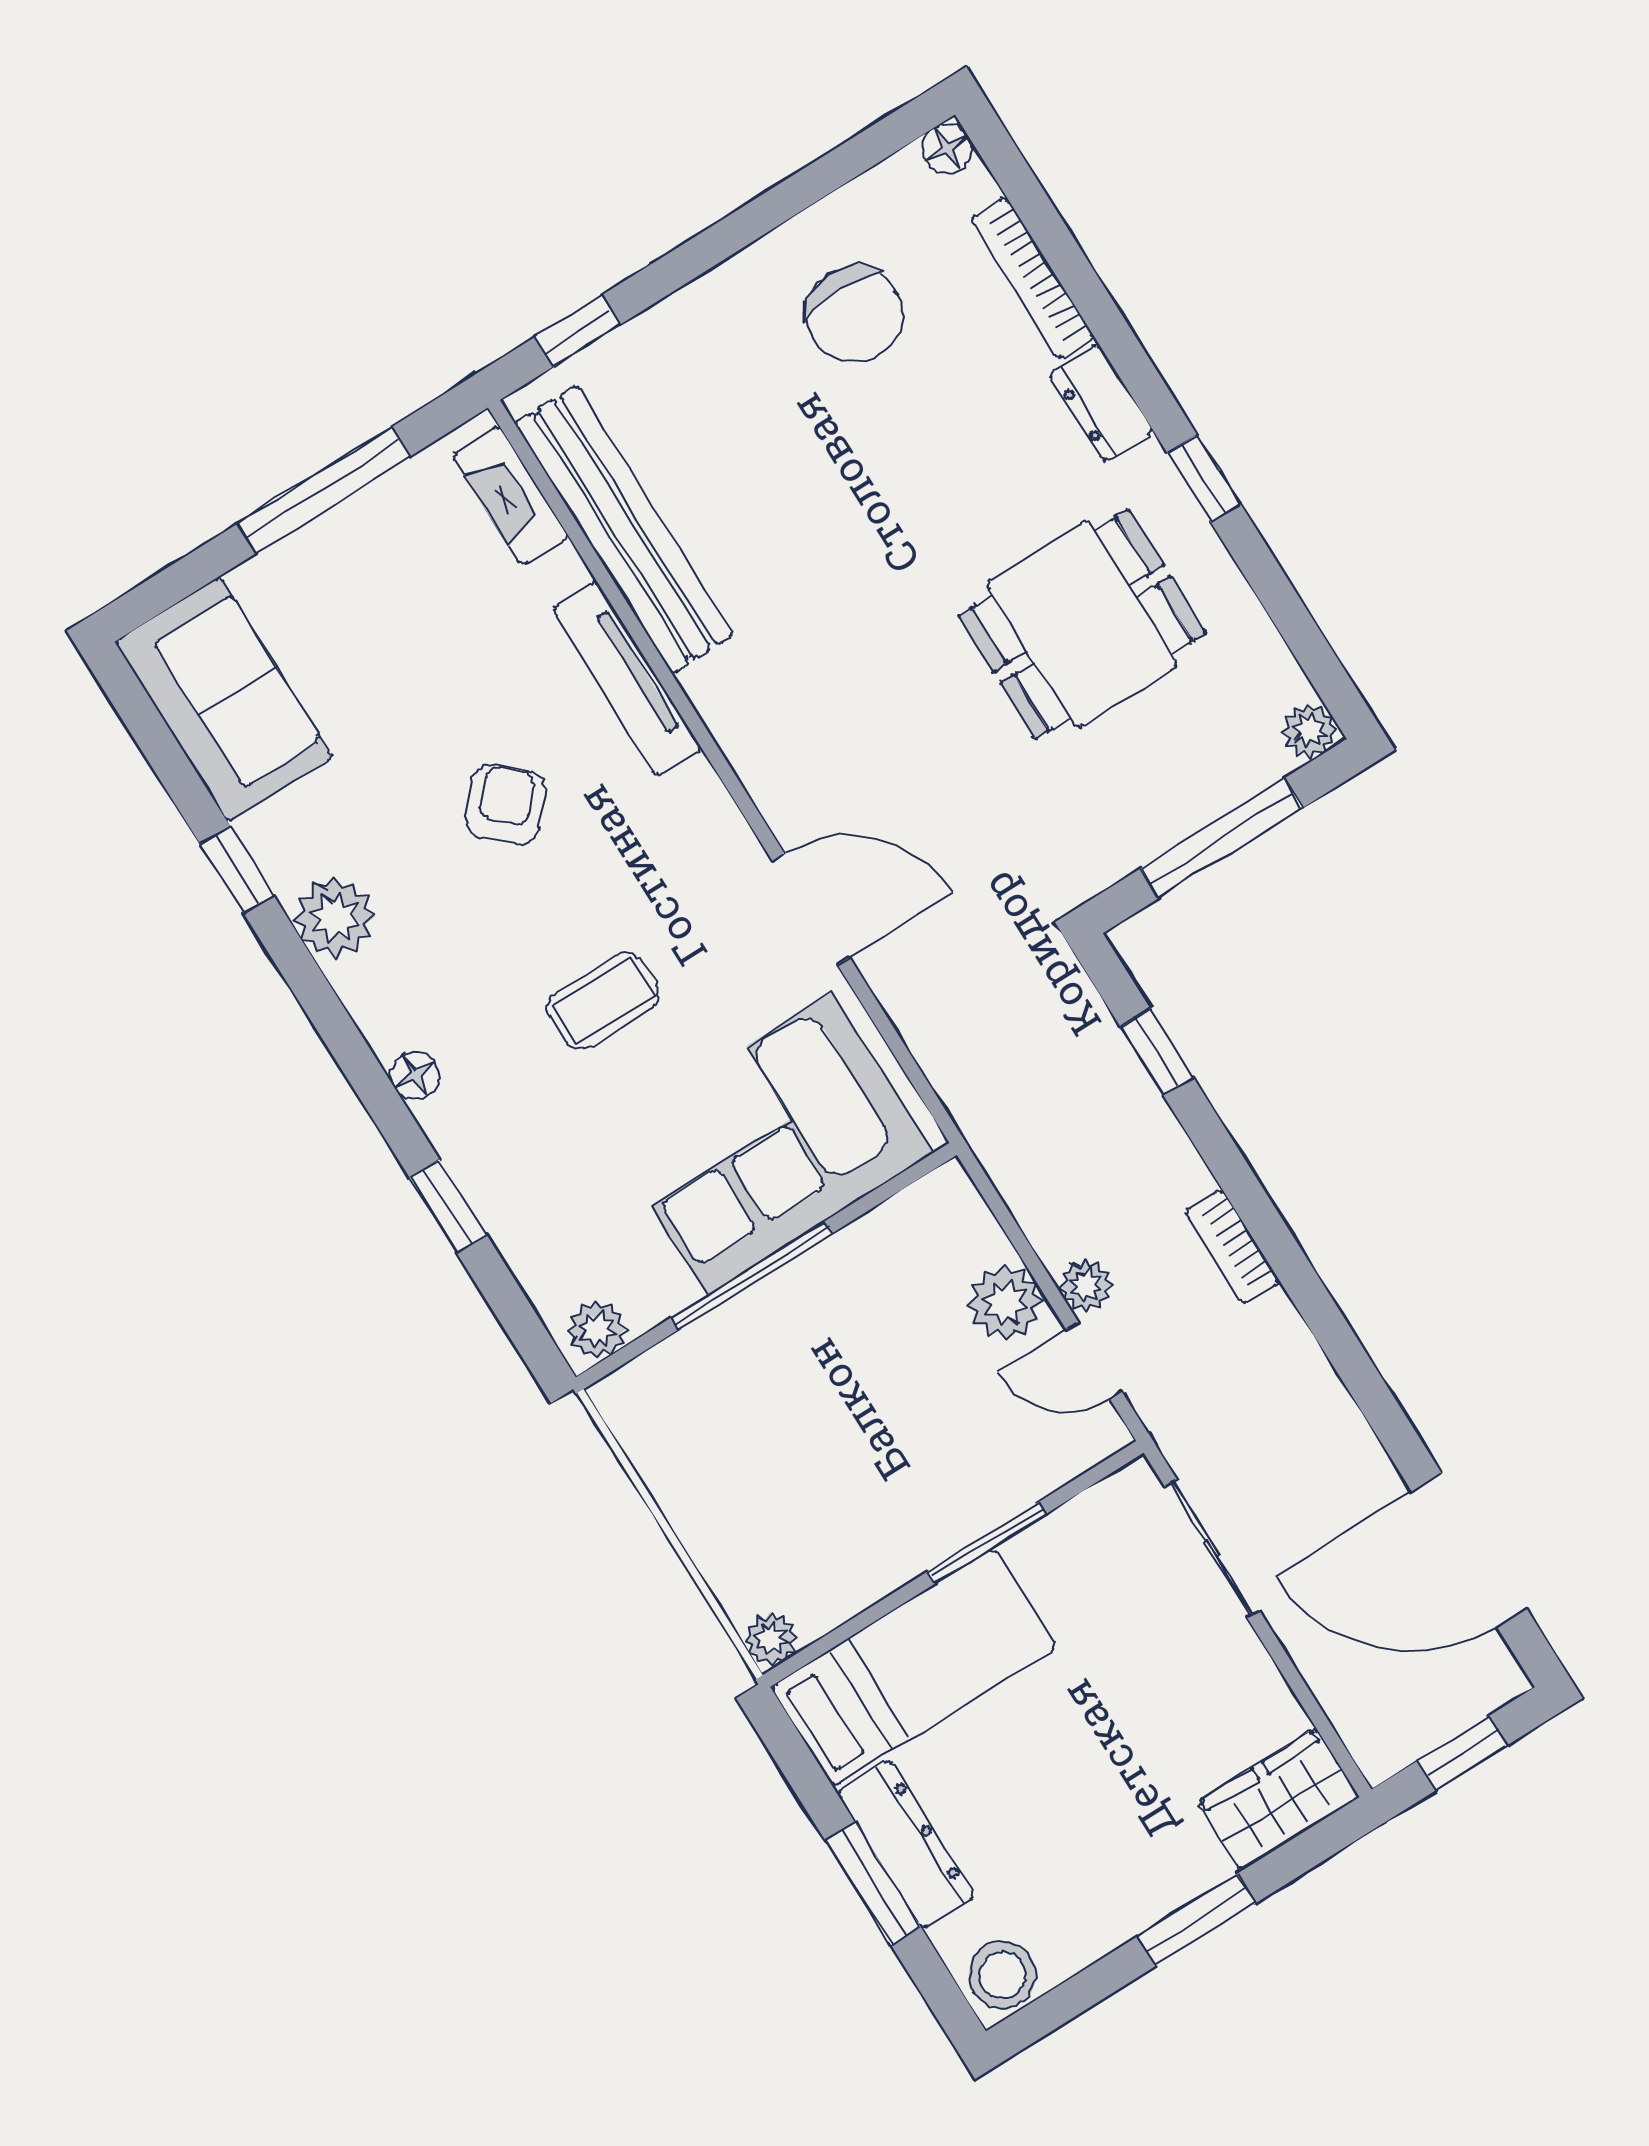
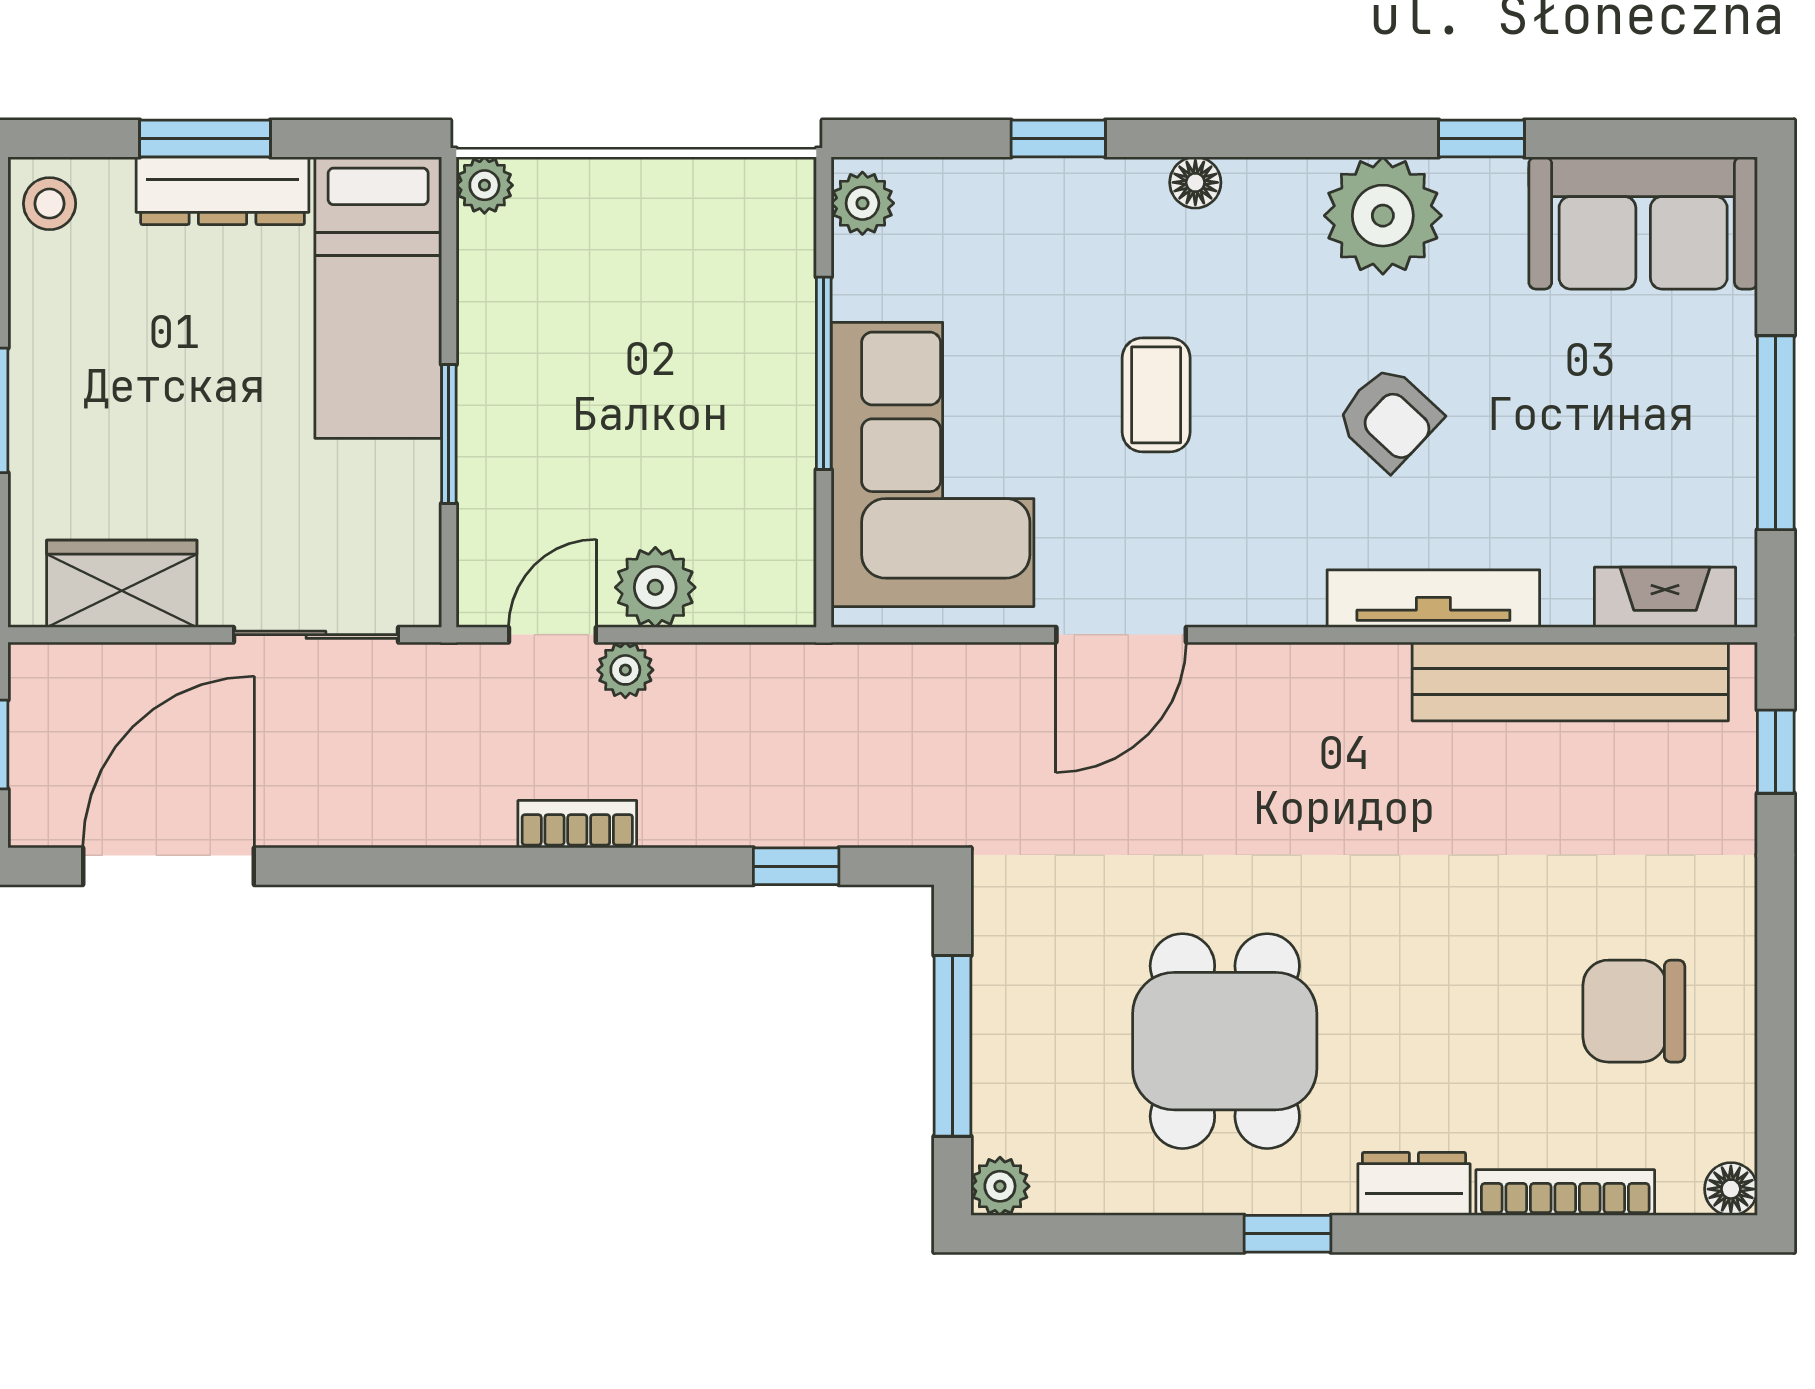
plant: (335, 918) -> (1383, 216), width x1.36, depth x1.36
wardrobe: (1278, 1800) -> (122, 584), moved, turned -90
stool: (1002, 1975) -> (50, 204), width x0.73, depth x0.73

